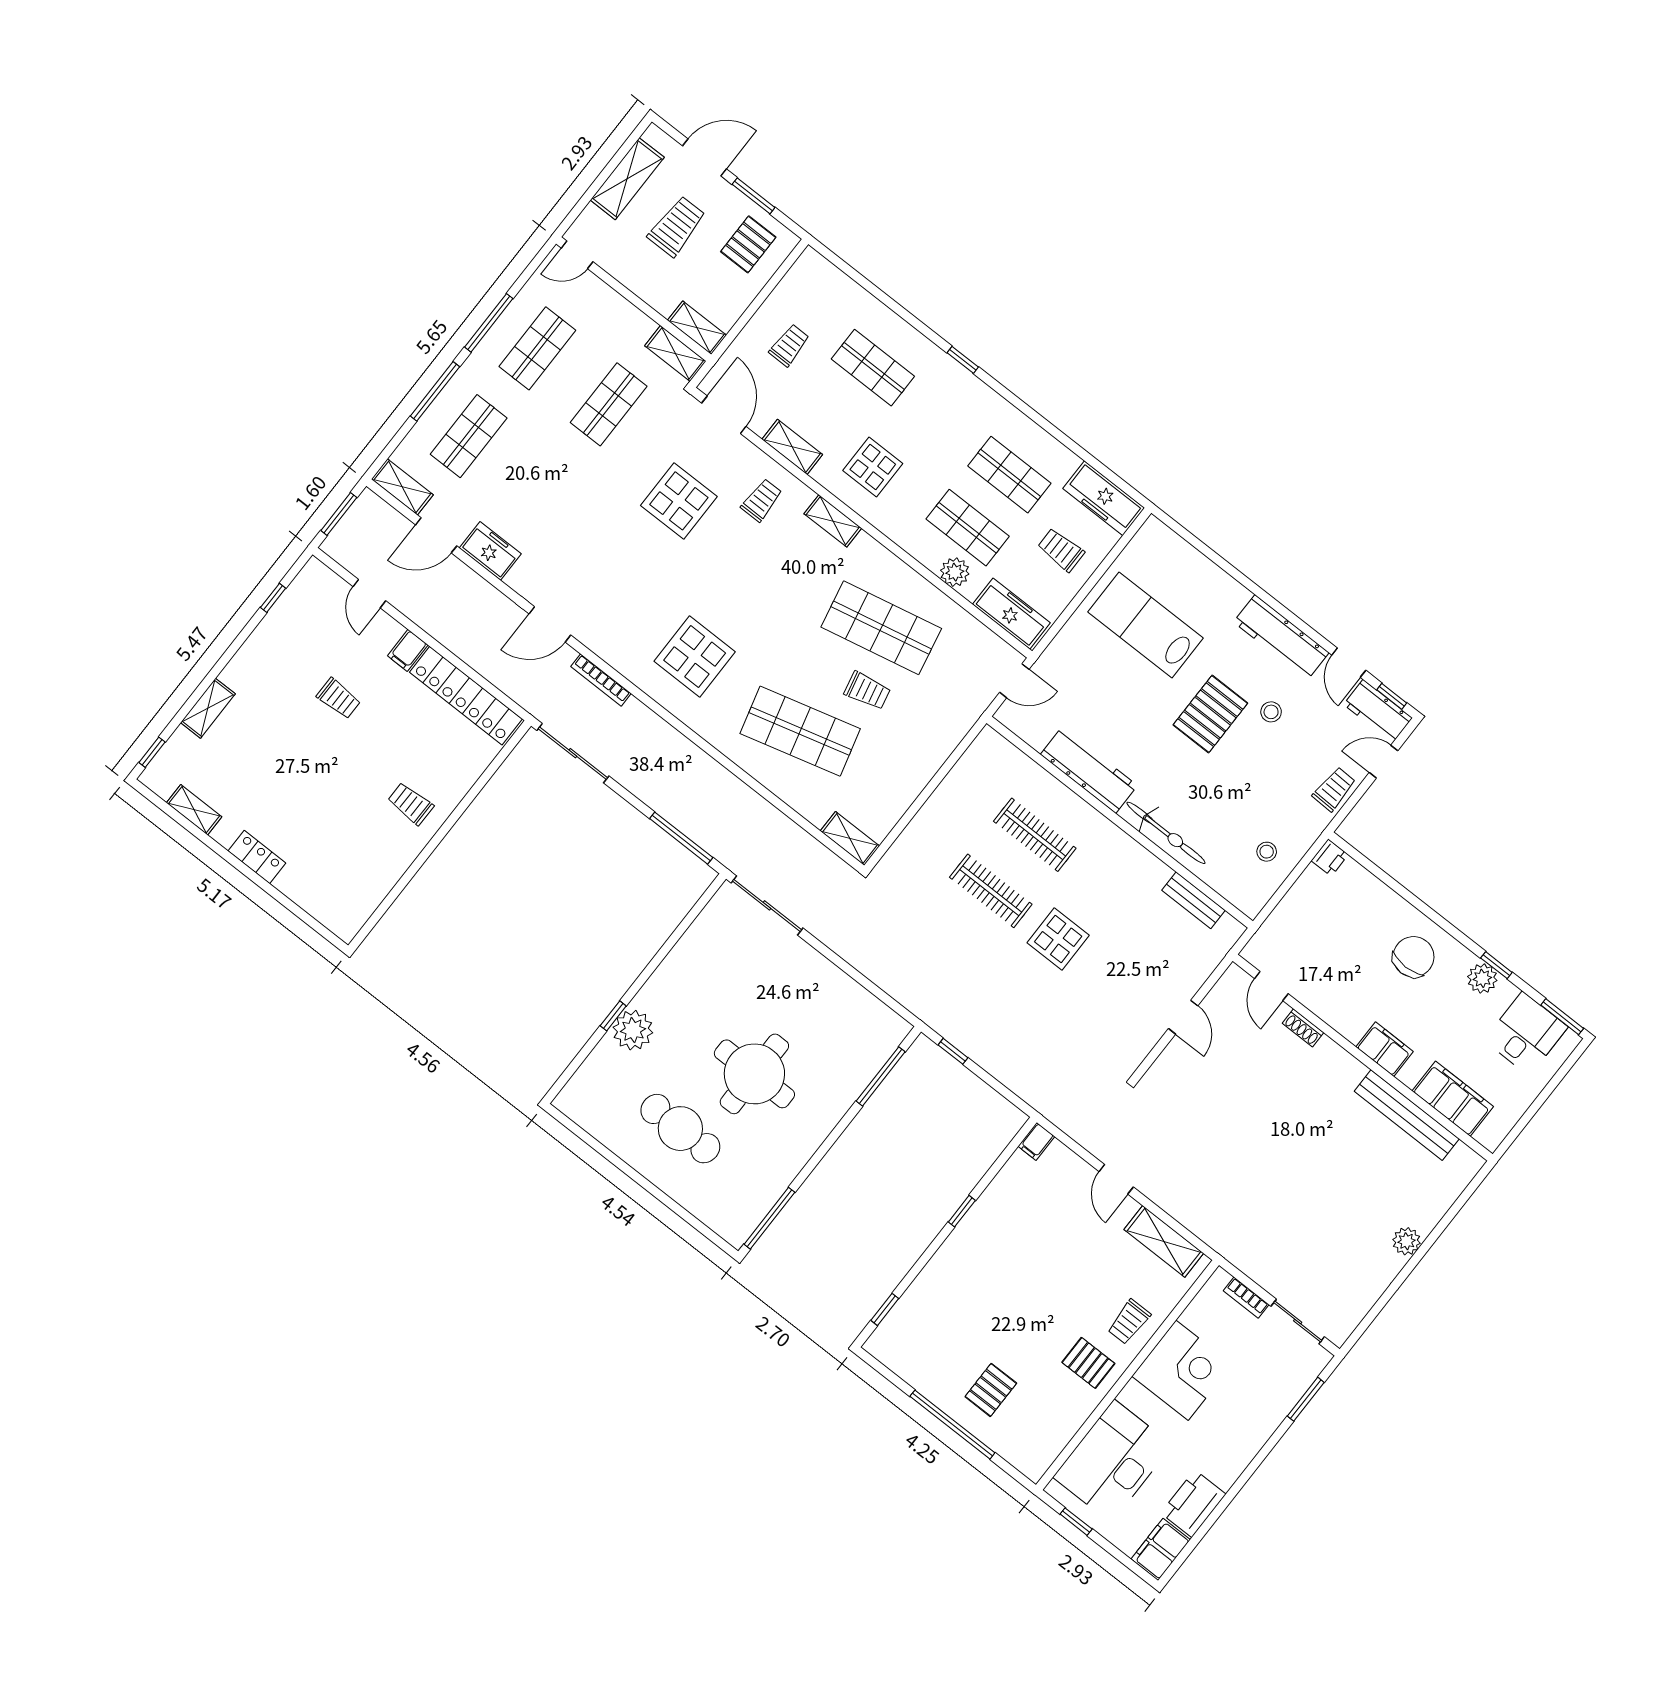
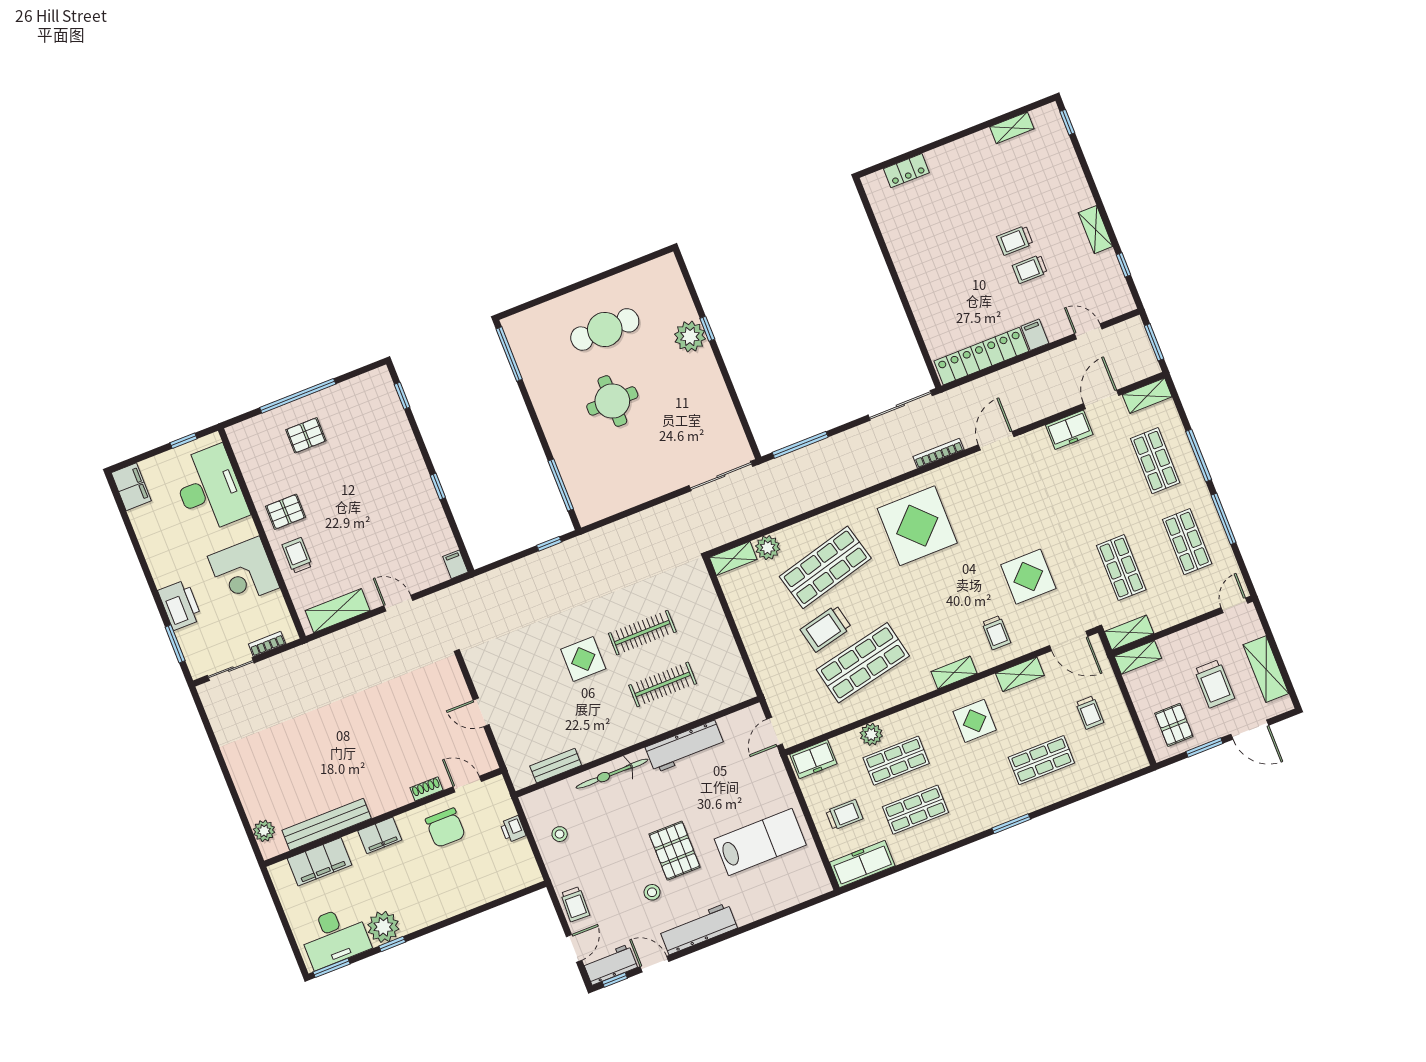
door: (704, 157) -> (1250, 730), hinge flipped
window: (963, 360) -> (1011, 824), width x1.50
freezer: (1011, 614) -> (813, 759), width x0.71
display table: (695, 657) -> (917, 526), width x1.36, depth x1.36
trolley: (867, 691) -> (826, 629), width x1.36, depth x1.39
shelving: (208, 708) -> (1095, 230), moved
trolley: (411, 804) -> (1015, 240), moved, turned 180
plant: (816, 807) -> (768, 548), added
locker: (257, 857) -> (906, 171), moved
printer: (1330, 858) -> (513, 829), moved
chair: (1413, 957) -> (445, 828), moved
plant: (1482, 978) -> (383, 927), width x1.36, depth x1.36
desk: (1526, 1034) -> (334, 937), width x1.37
round table: (754, 1074) -> (612, 401), width x0.73, depth x0.73
plant: (1406, 1241) -> (264, 831), moved
pallet: (991, 1390) -> (306, 435), turned 90
printer: (1193, 1504) -> (180, 605), moved

